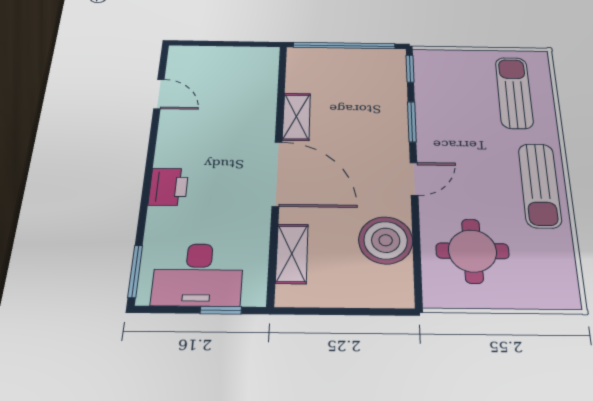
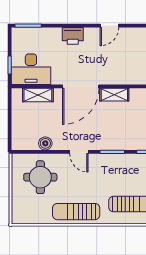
door: (159, 94) -> (109, 26), moved
boiler: (386, 240) -> (45, 143), width x0.54, depth x0.54
desk: (198, 275) -> (31, 69), moved, turned -90

